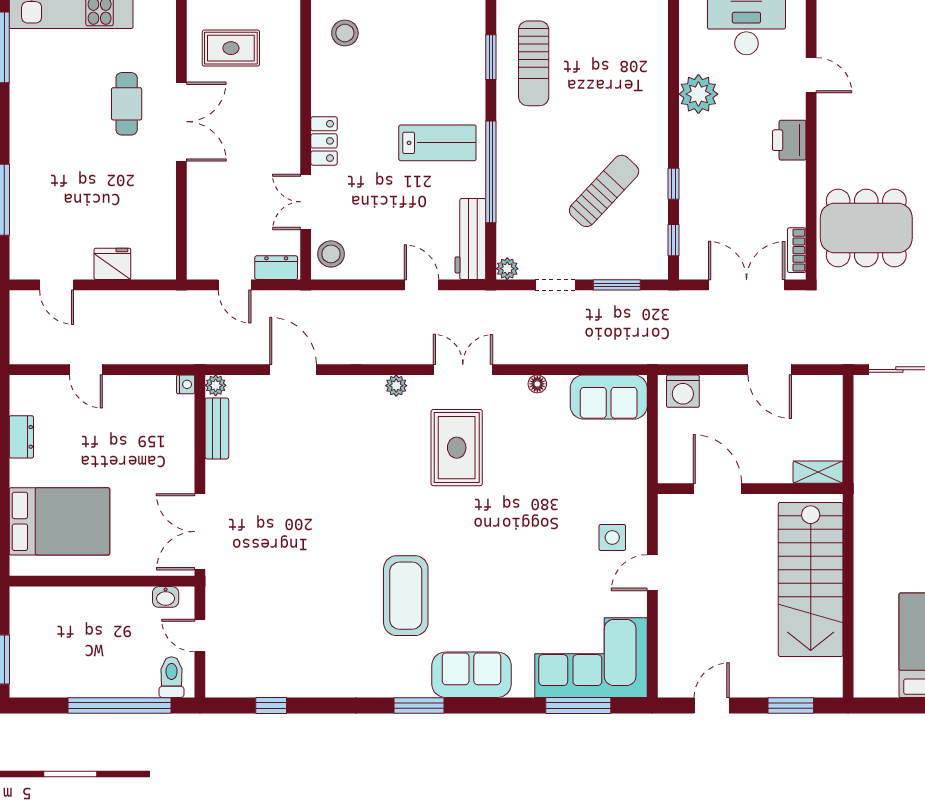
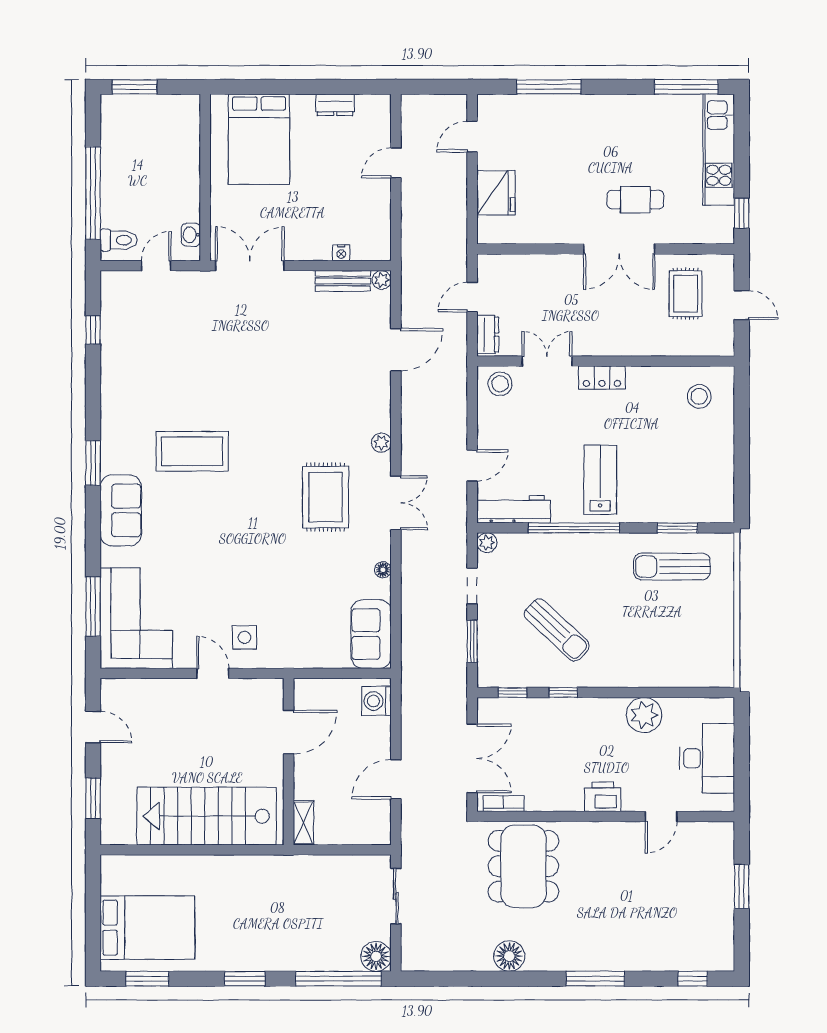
lab bench: (437, 143) -> (600, 480), turned 180
fridge: (112, 264) -> (496, 193), width x1.36, depth x1.34
nightstand: (186, 384) -> (341, 253), moved
rug: (457, 448) -> (326, 497), turned 90

